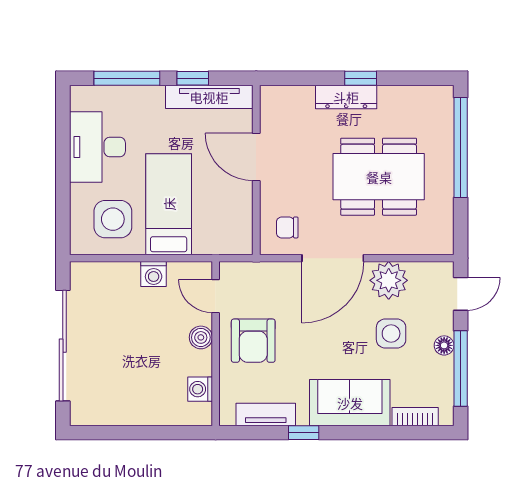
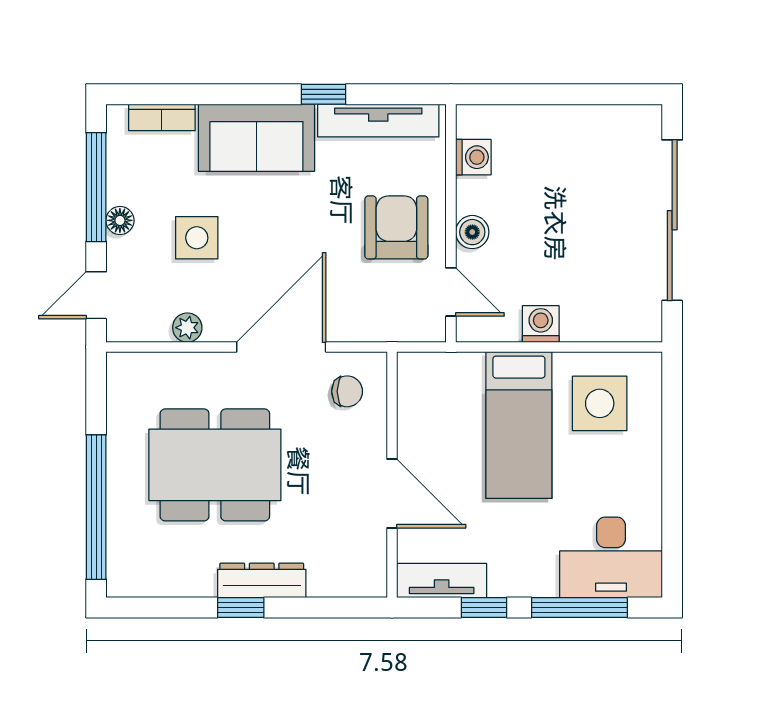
tv unit: (209, 97) -> (442, 581), width x0.71
desk: (97, 147) -> (611, 557), moved, turned 90
plant: (389, 280) -> (187, 328), width x0.53, depth x0.53
tv unit: (266, 414) -> (378, 121), width x1.41

